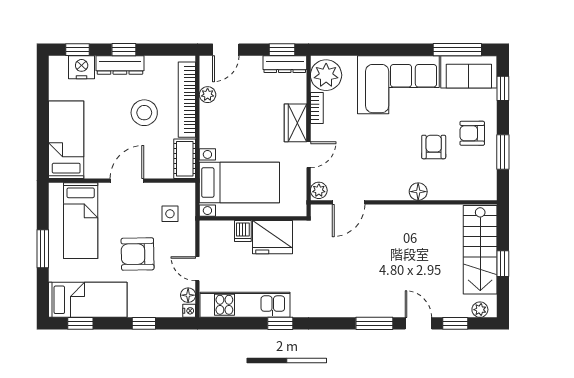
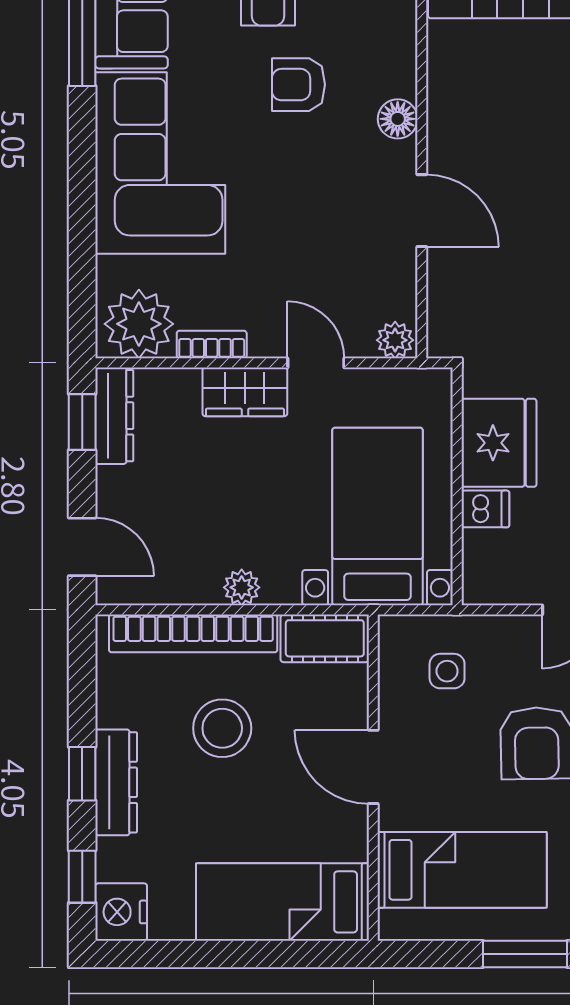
nightstand: (82, 67) -> (121, 912), moved
plant: (208, 95) -> (242, 587), moved
door: (349, 202) -> (422, 211), moved

